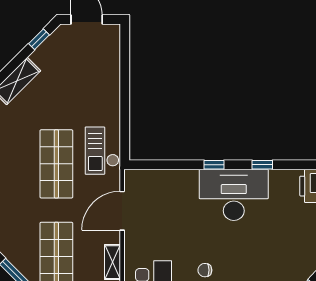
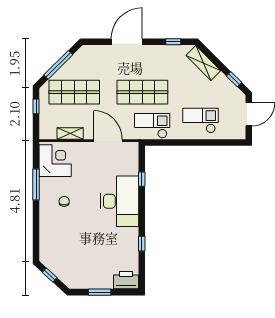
checkout: (95, 85) -> (201, 121), added
window: (214, 165) -> (142, 179), moved
desk: (234, 195) -> (120, 201), moved

